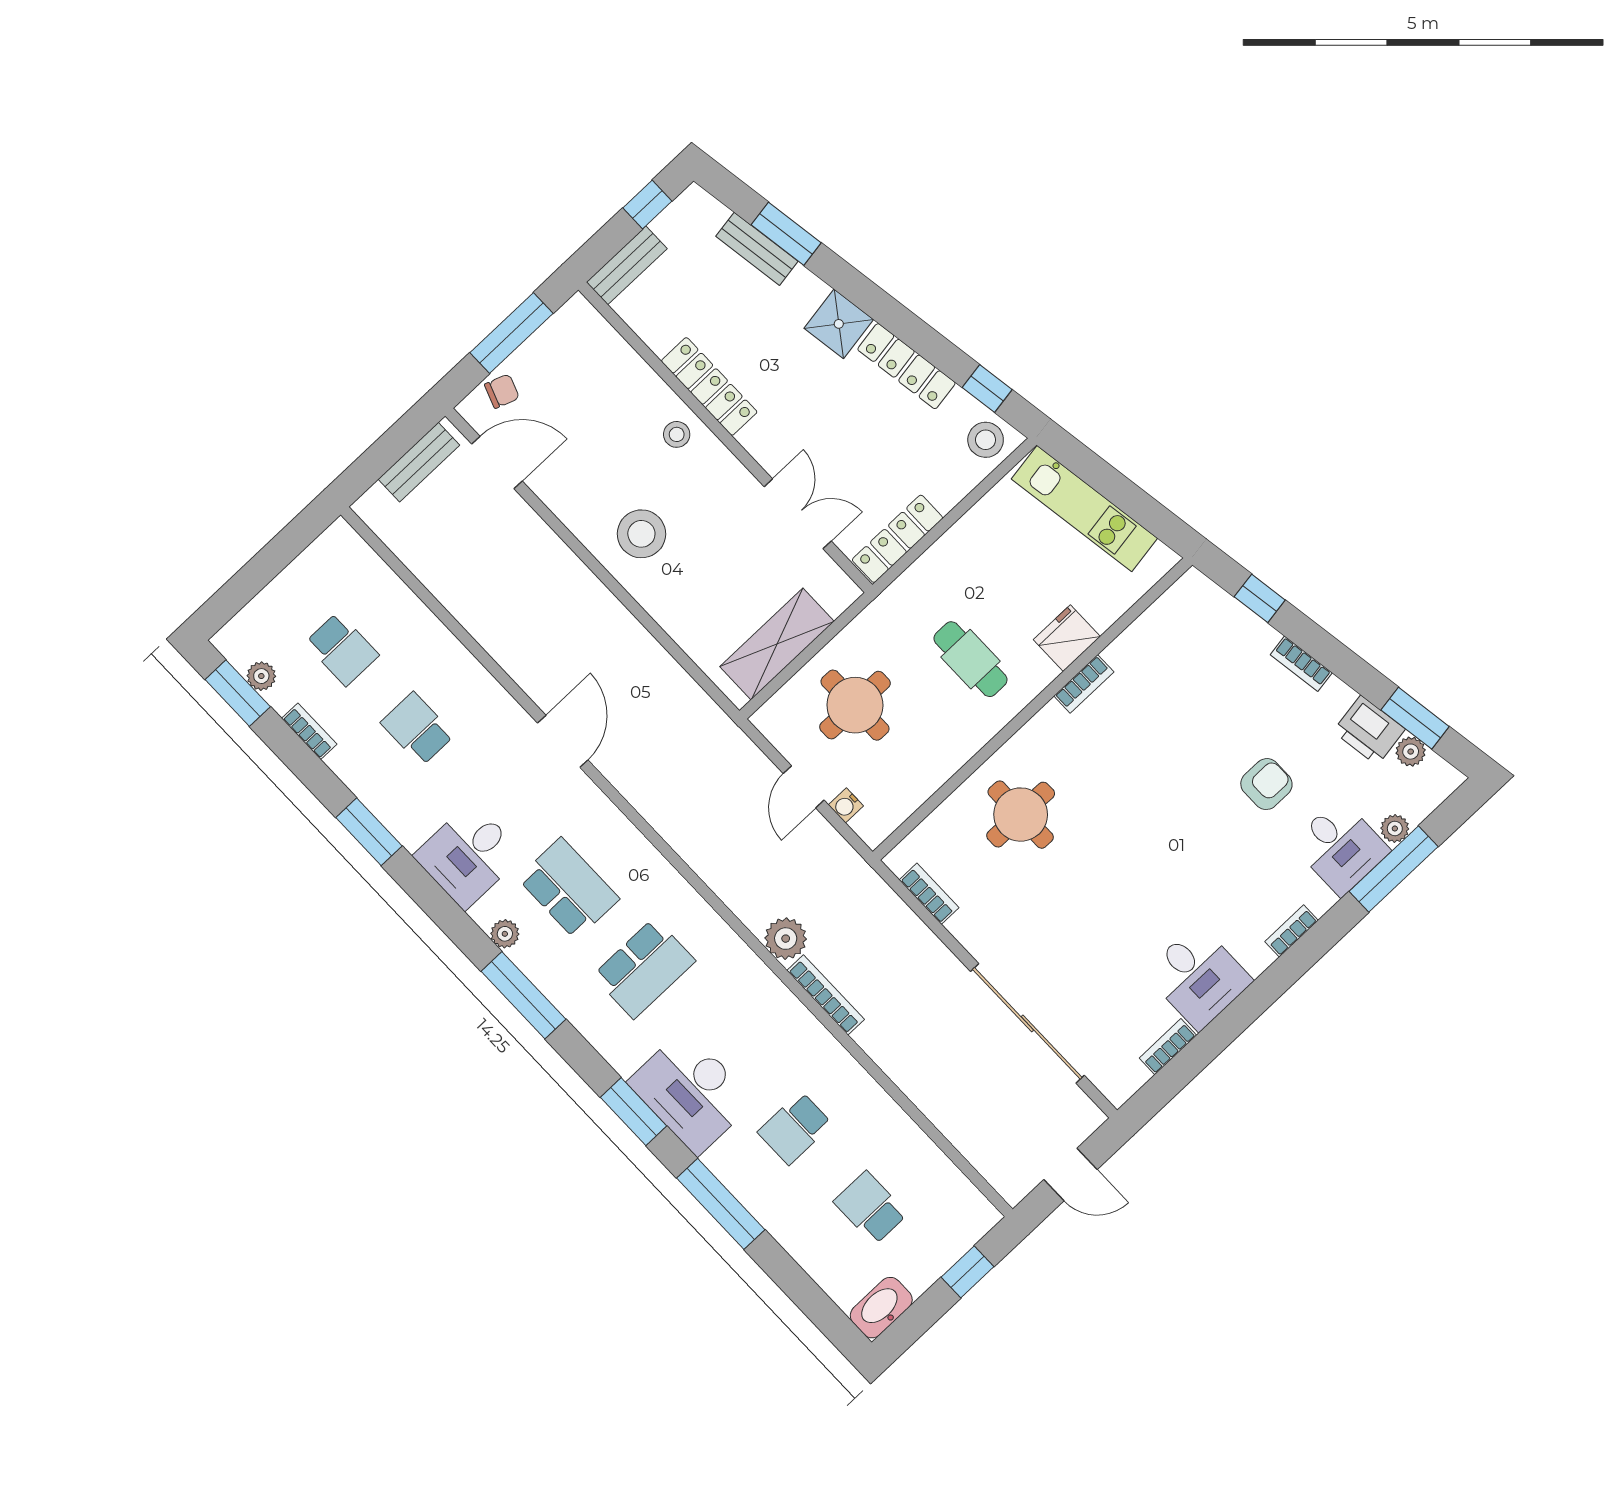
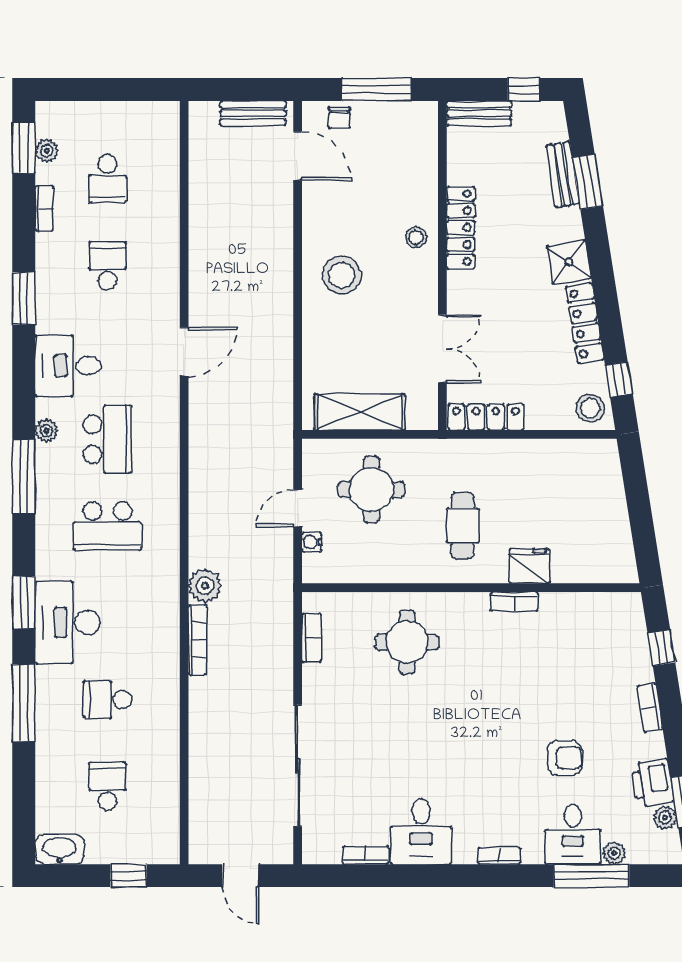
chair: (502, 391) -> (339, 118), turned 70
kitchen unit: (1084, 509) -> (610, 501), removed

